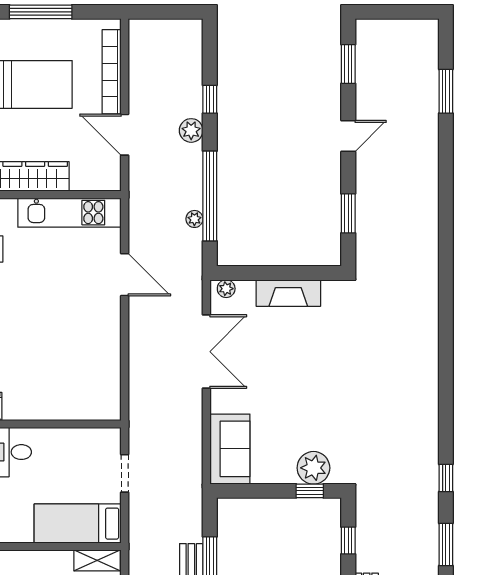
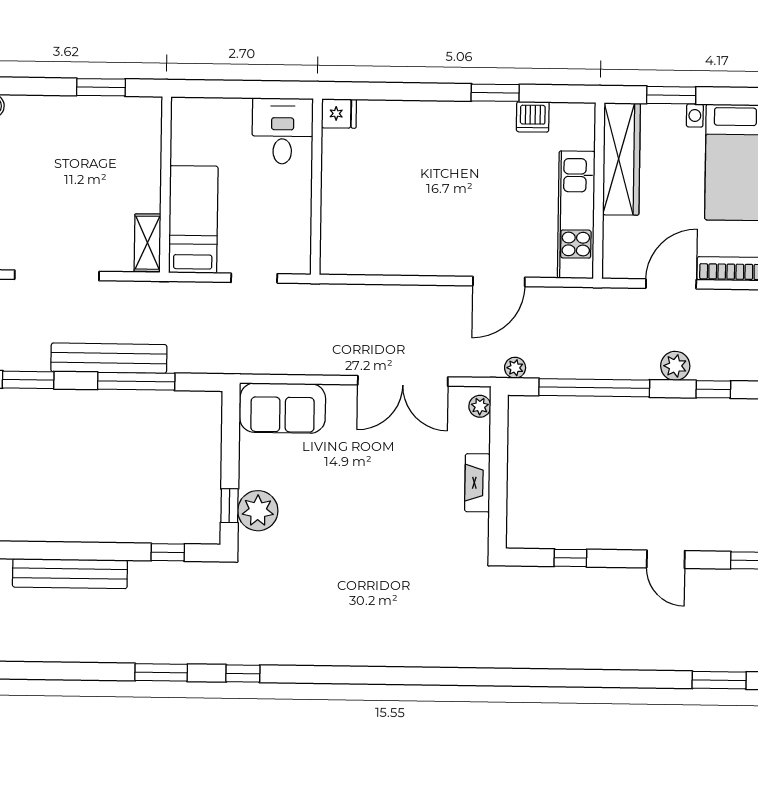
window: (348, 213) -> (570, 558), width x0.67
plant: (194, 219) -> (515, 368), moved
fireplace: (288, 293) -> (477, 483), width x0.73, depth x0.76

